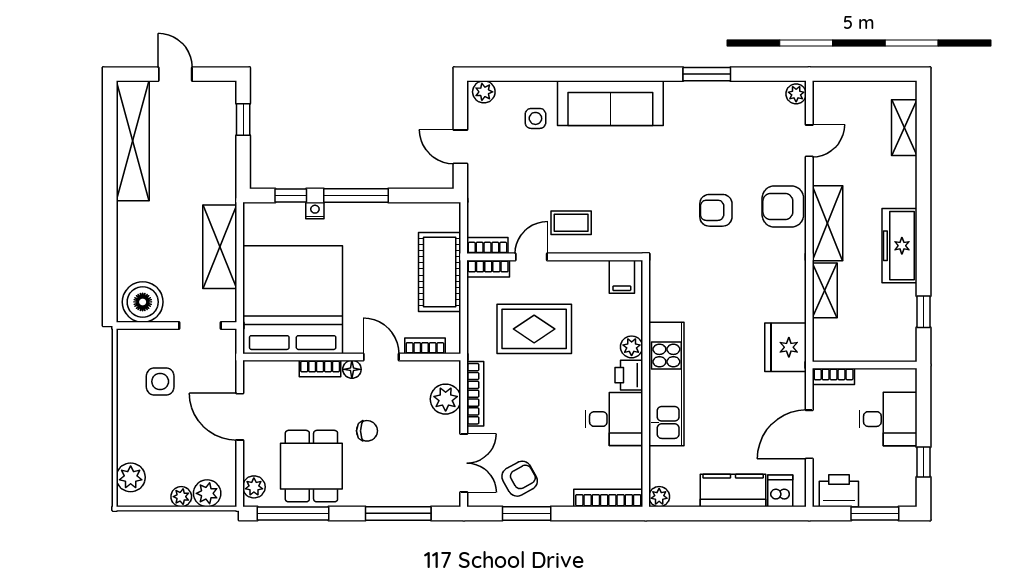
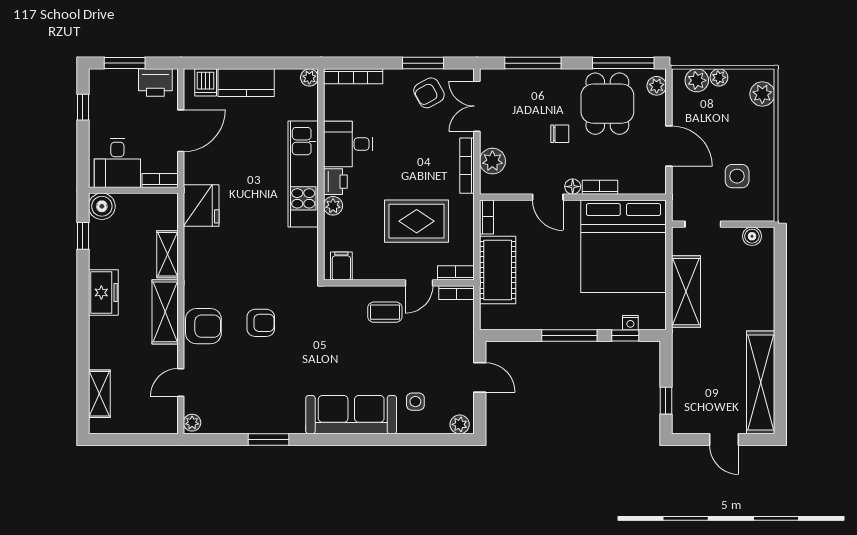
nightstand: (315, 210) -> (630, 323), moved
freezer: (900, 246) -> (103, 293), width x0.71
boiler: (143, 302) -> (752, 236), width x0.54, depth x0.54
bookcase: (425, 346) -> (486, 217), moved, turned -90
boiler: (901, 346) -> (102, 206), added
desk: (888, 419) -> (117, 163), moved, turned -90
chair: (367, 431) -> (560, 134), turned 180

